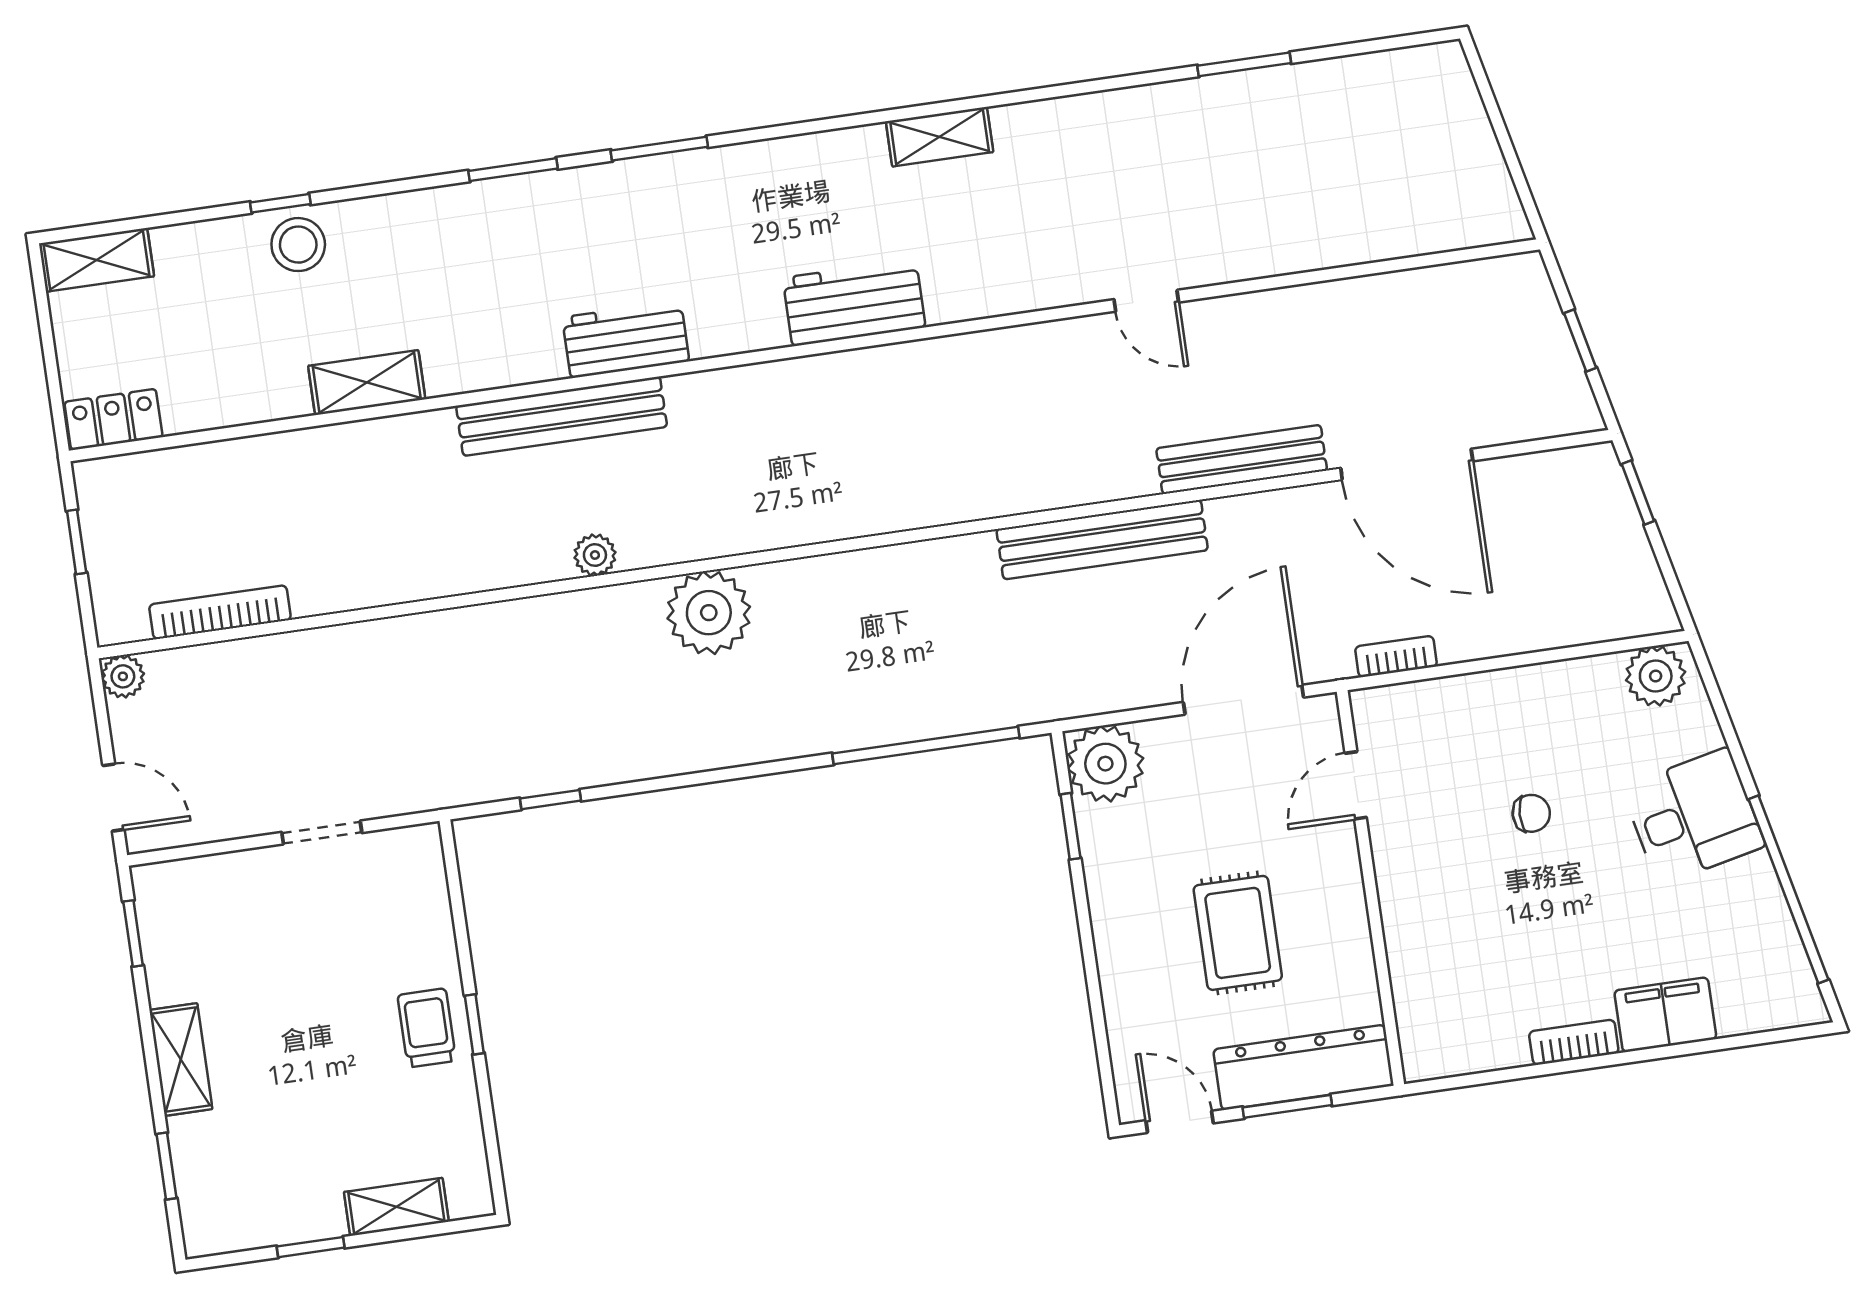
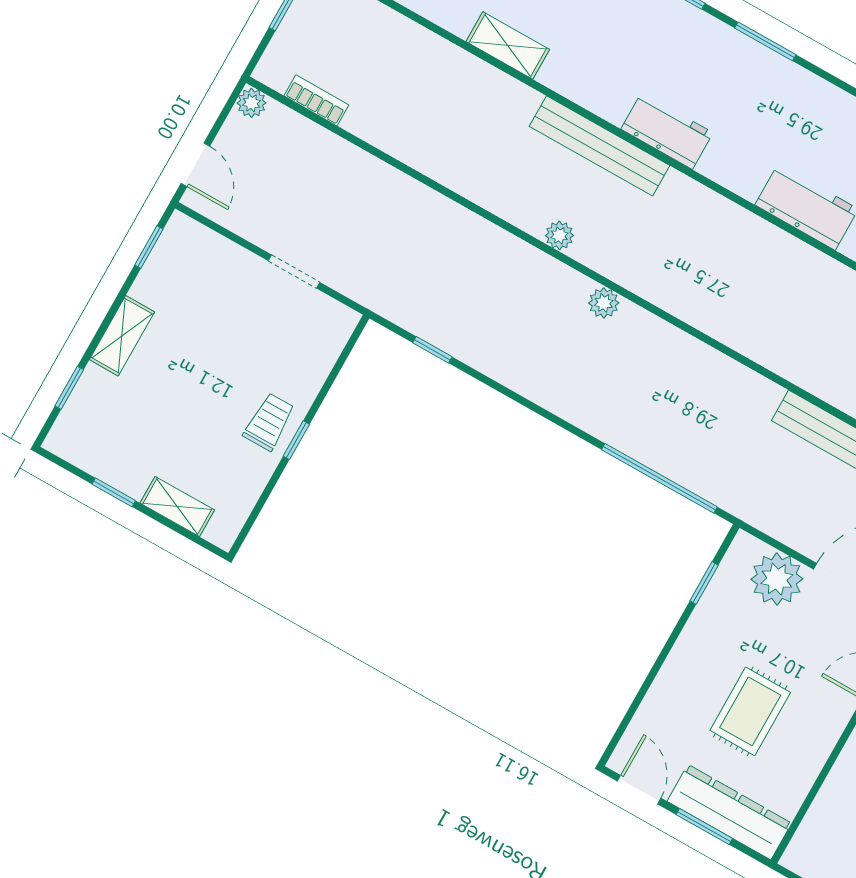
bookcase: (220, 612) -> (316, 100), width x0.64
plant: (709, 613) -> (604, 303), width x0.53, depth x0.53
plant: (1105, 764) -> (777, 579), moved

